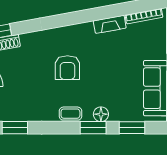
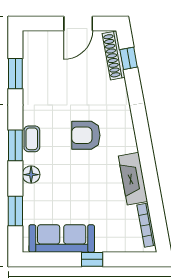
fireplace: (110, 24) -> (133, 179), width x1.37, depth x1.32
window: (93, 128) -> (15, 145), moved

